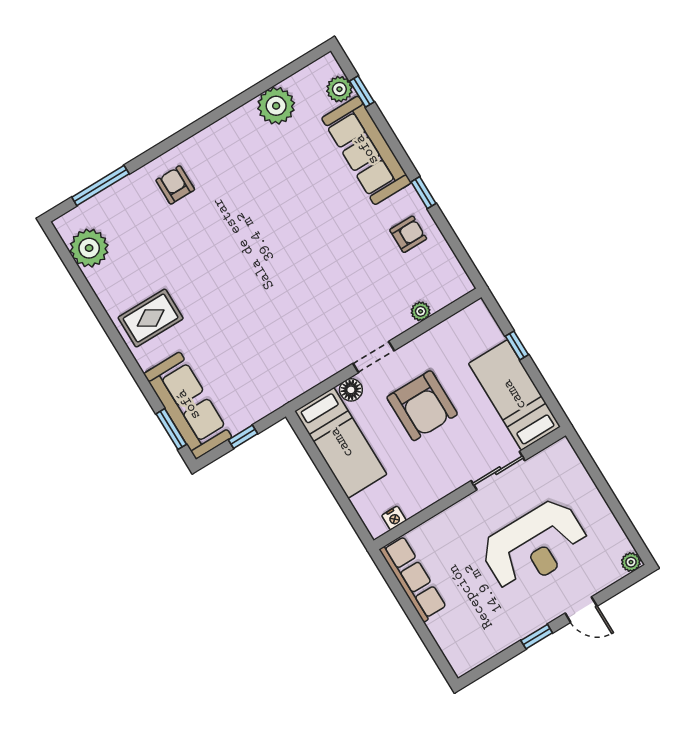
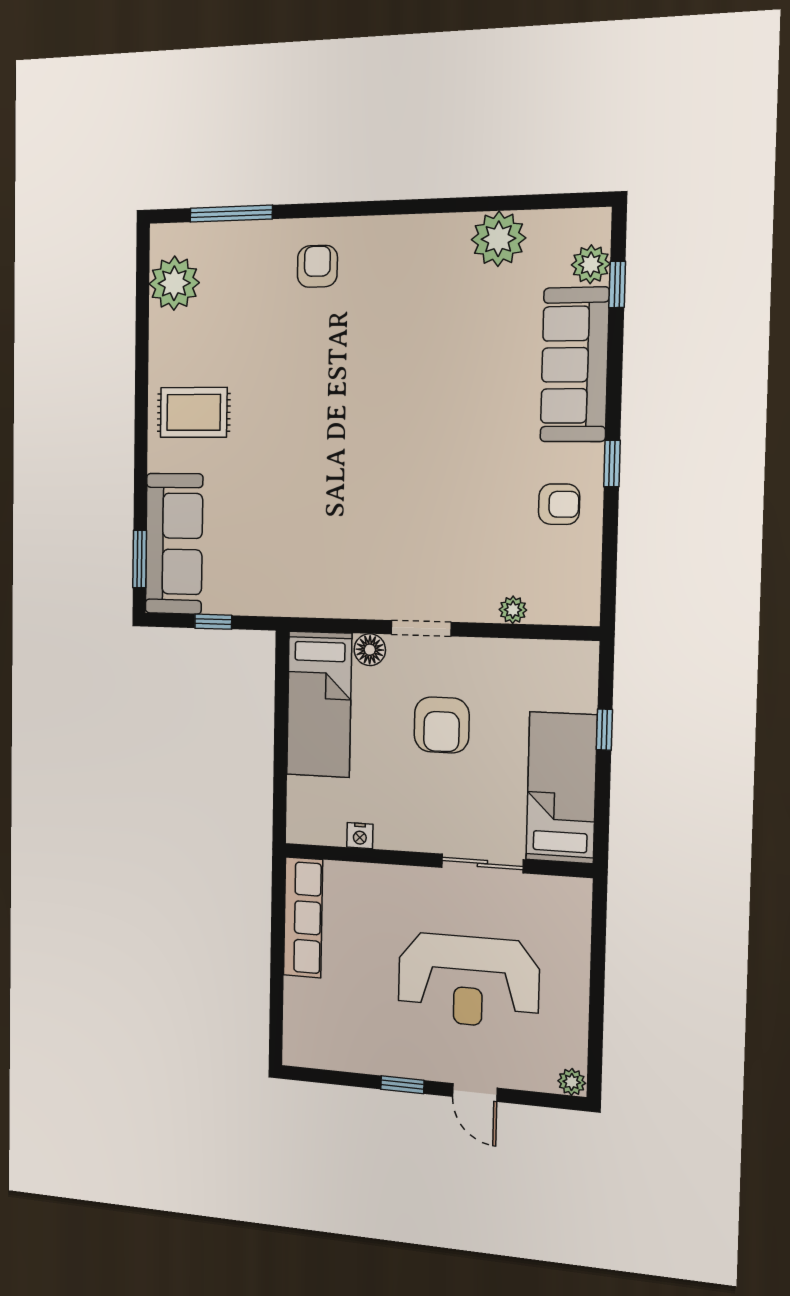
armchair: (422, 406) -> (442, 725), width x0.73, depth x0.73
nightstand: (394, 518) -> (360, 836), moved

